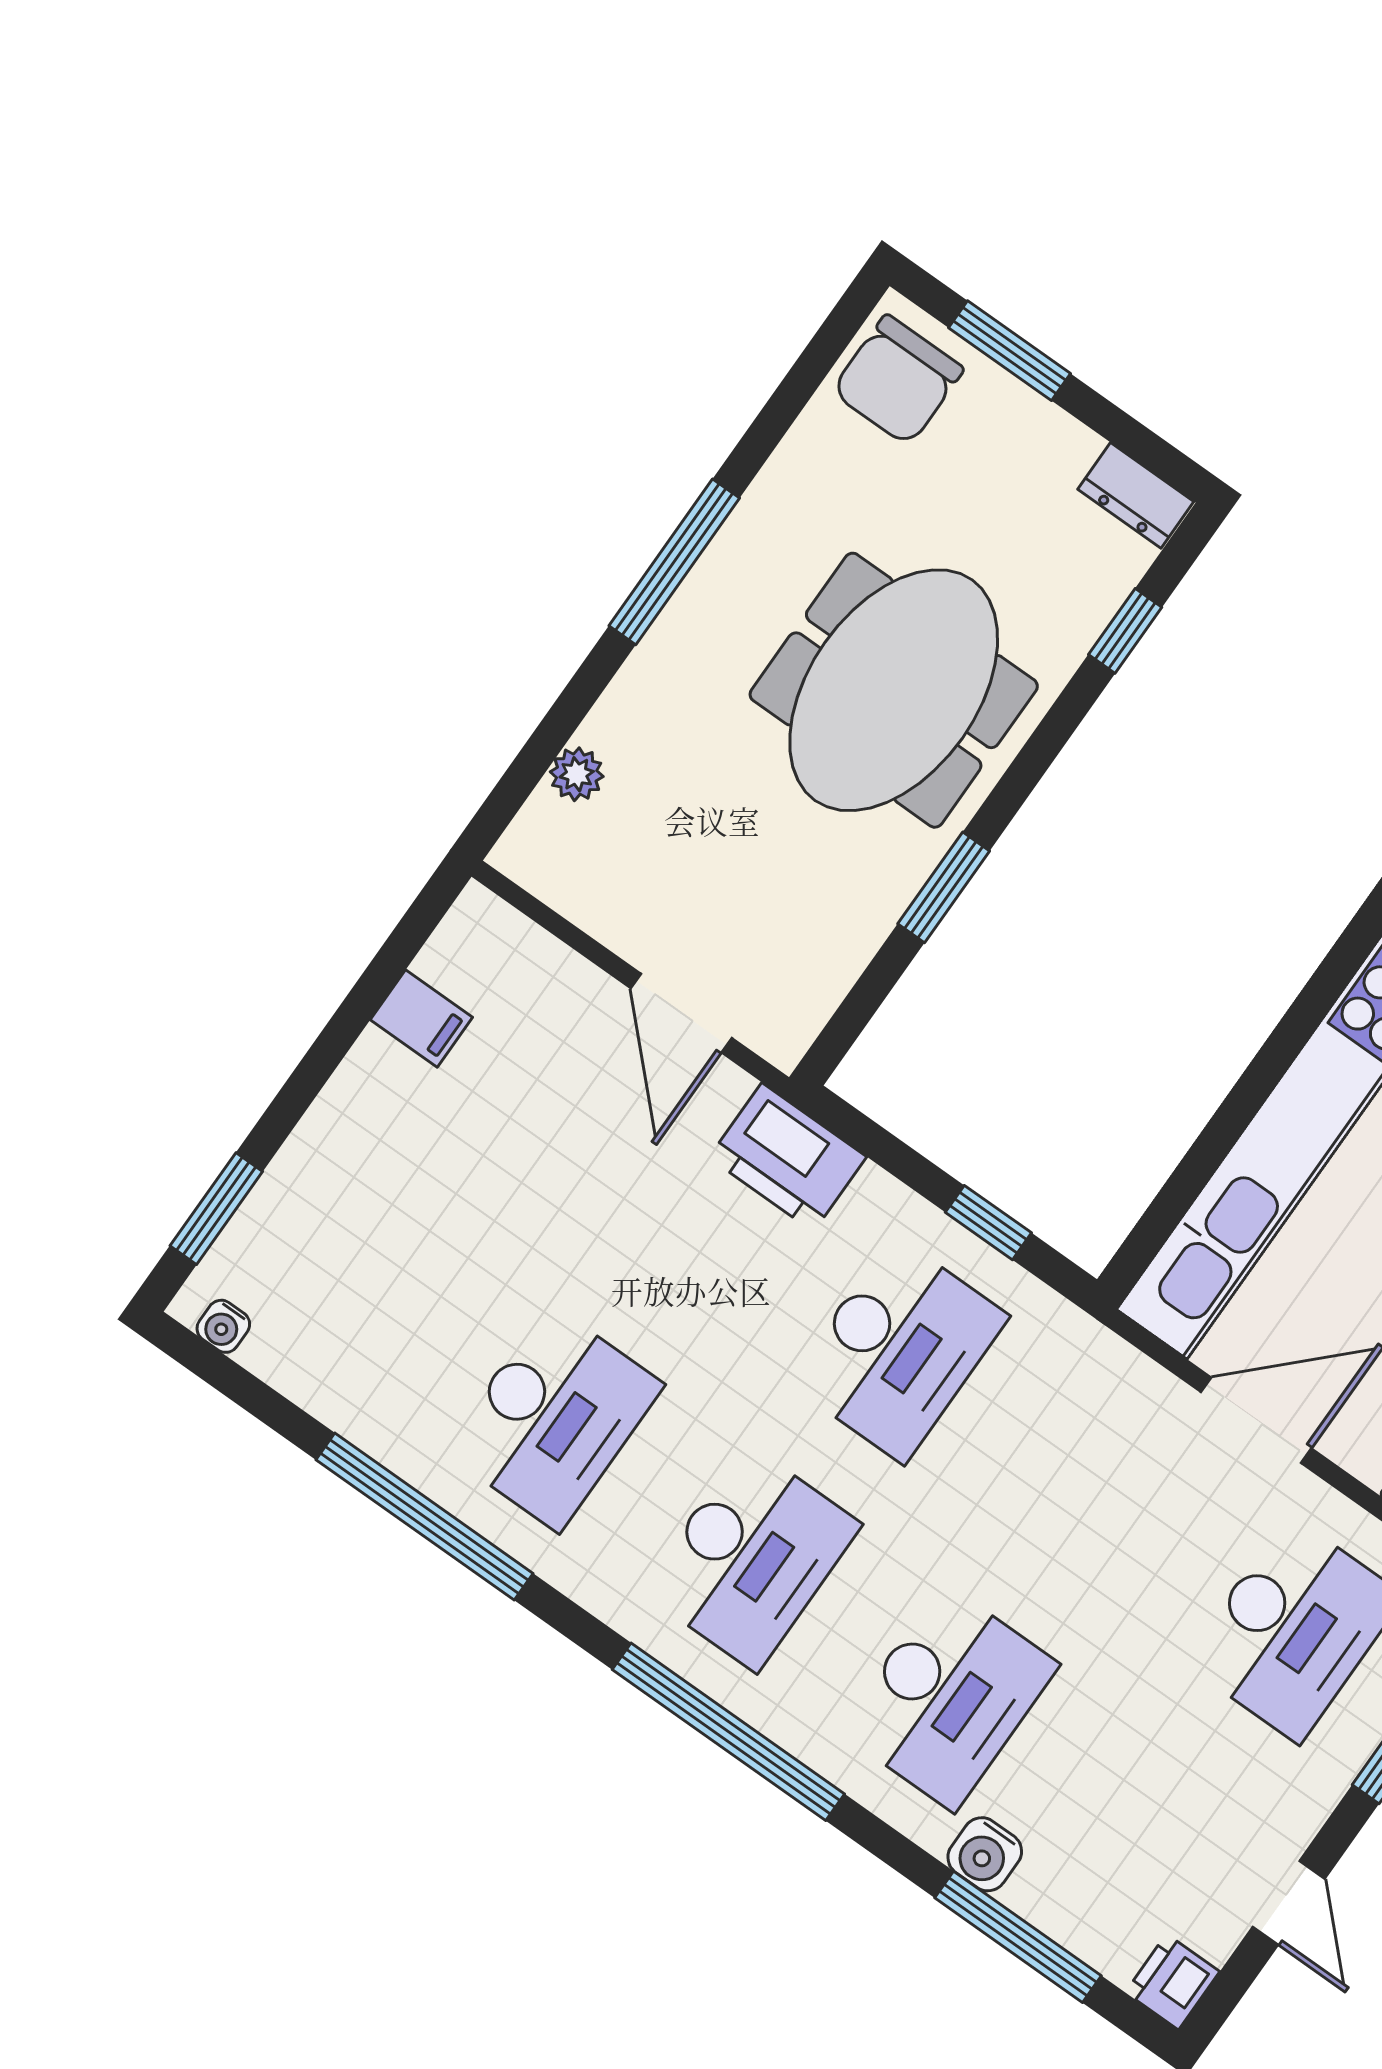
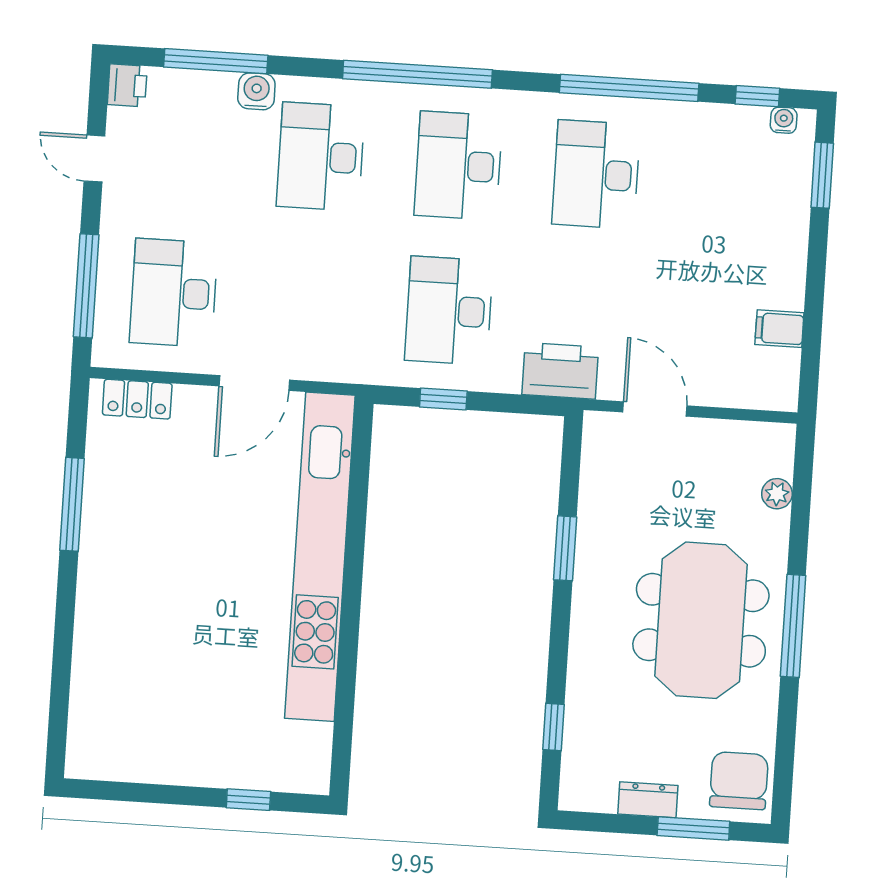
dresser: (1136, 495) -> (648, 800), moved
meeting table: (894, 690) -> (701, 620), moved
window: (241, 1386) -> (757, 96), added

